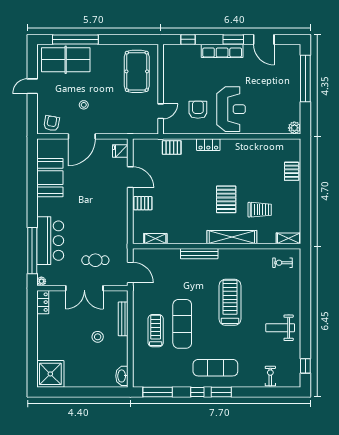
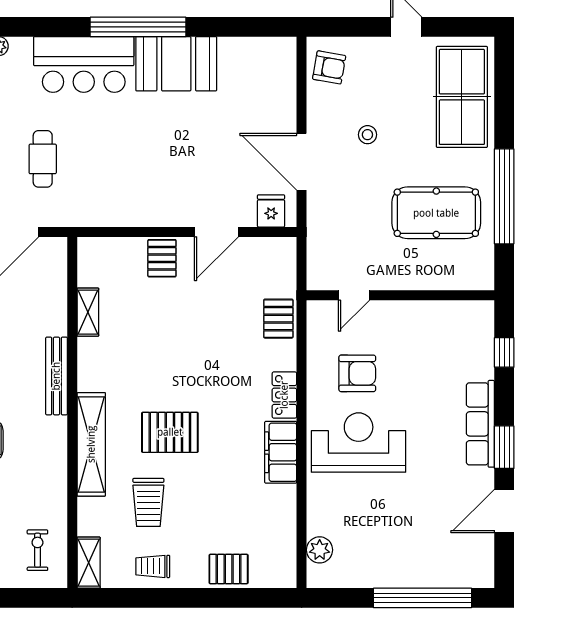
window: (75, 39) -> (504, 196), moved
pool table: (137, 71) -> (436, 213), moved
reception desk: (231, 109) -> (359, 443), turned 180
door: (161, 111) -> (354, 295), hinge flipped
plant: (294, 128) -> (320, 550), moved
door: (82, 136) -> (302, 162), moved
filing cabinet: (236, 146) -> (281, 452), added
booth: (50, 178) -> (176, 64), moved
trolley: (290, 208) -> (153, 566), added
shelving: (155, 239) -> (88, 312), moved
window: (32, 251) -> (138, 27), moved

